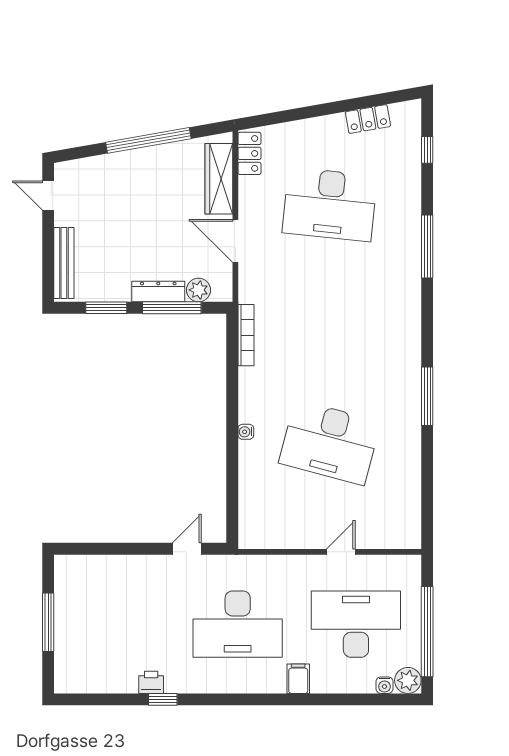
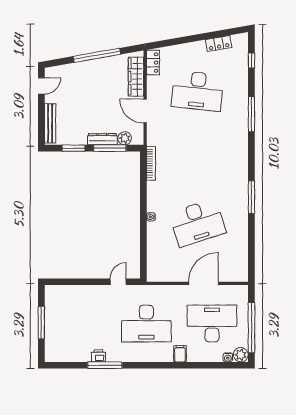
door: (48, 195) -> (41, 86), swing flipped
desk: (330, 442) -> (197, 223), turned -33
door: (341, 552) -> (204, 283), width x1.88
window: (163, 699) -> (105, 365), width x2.17

